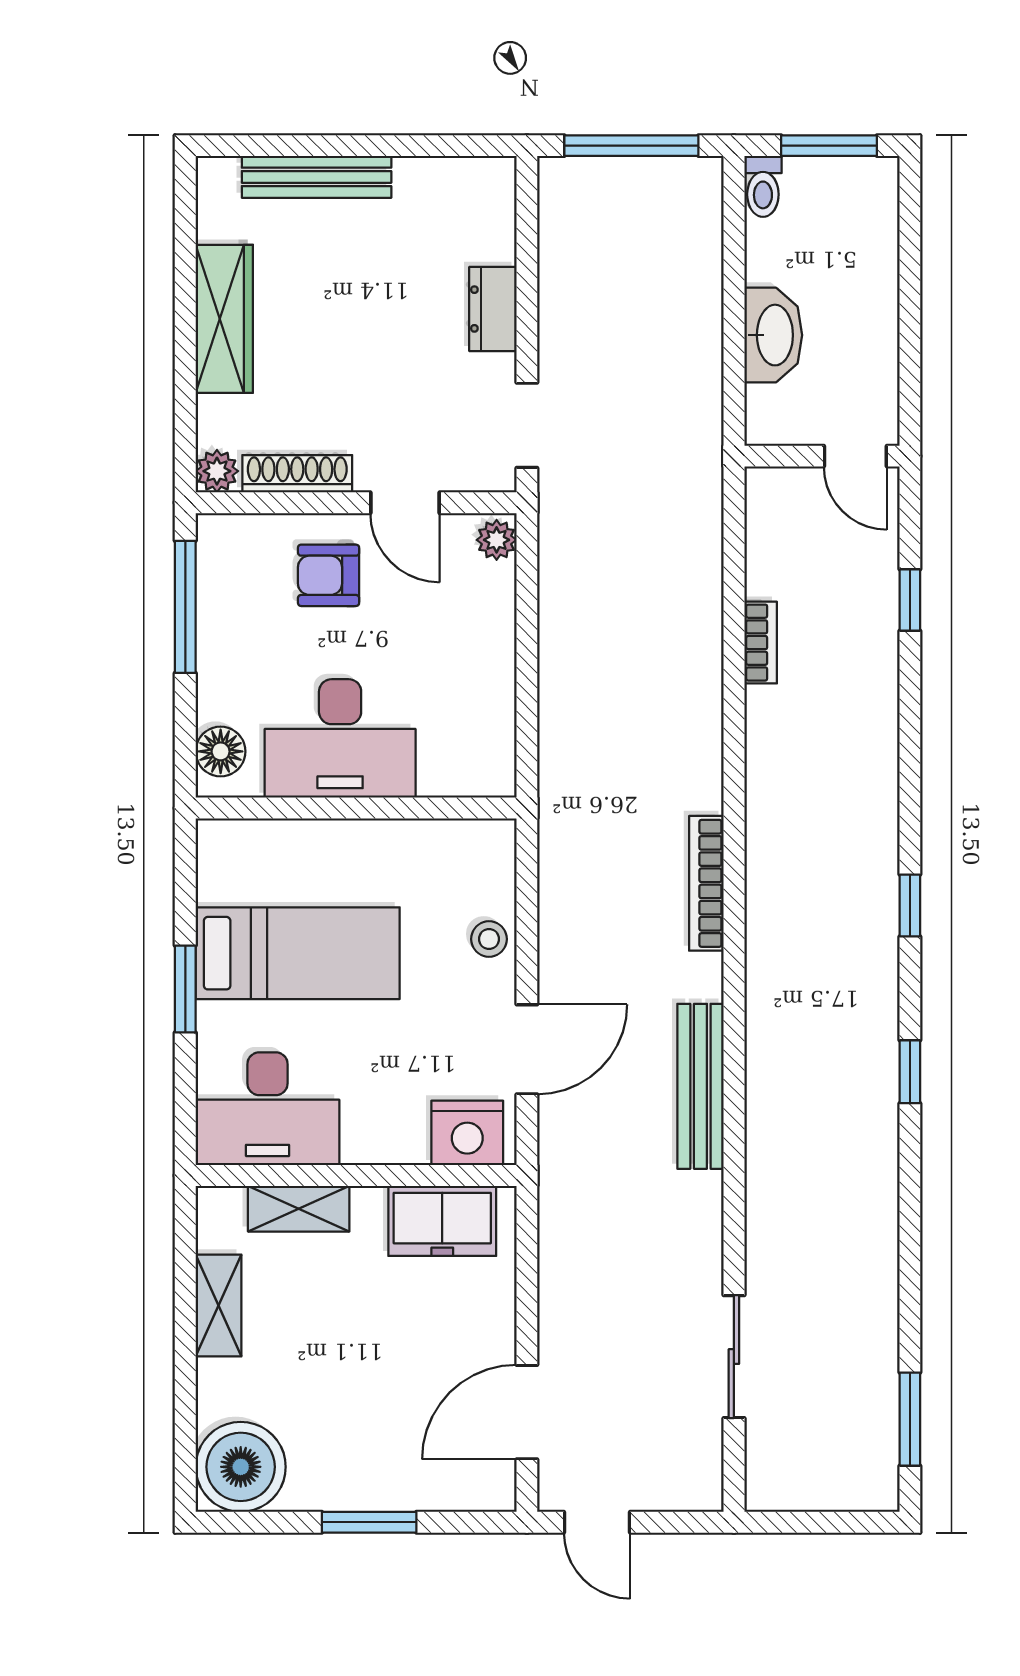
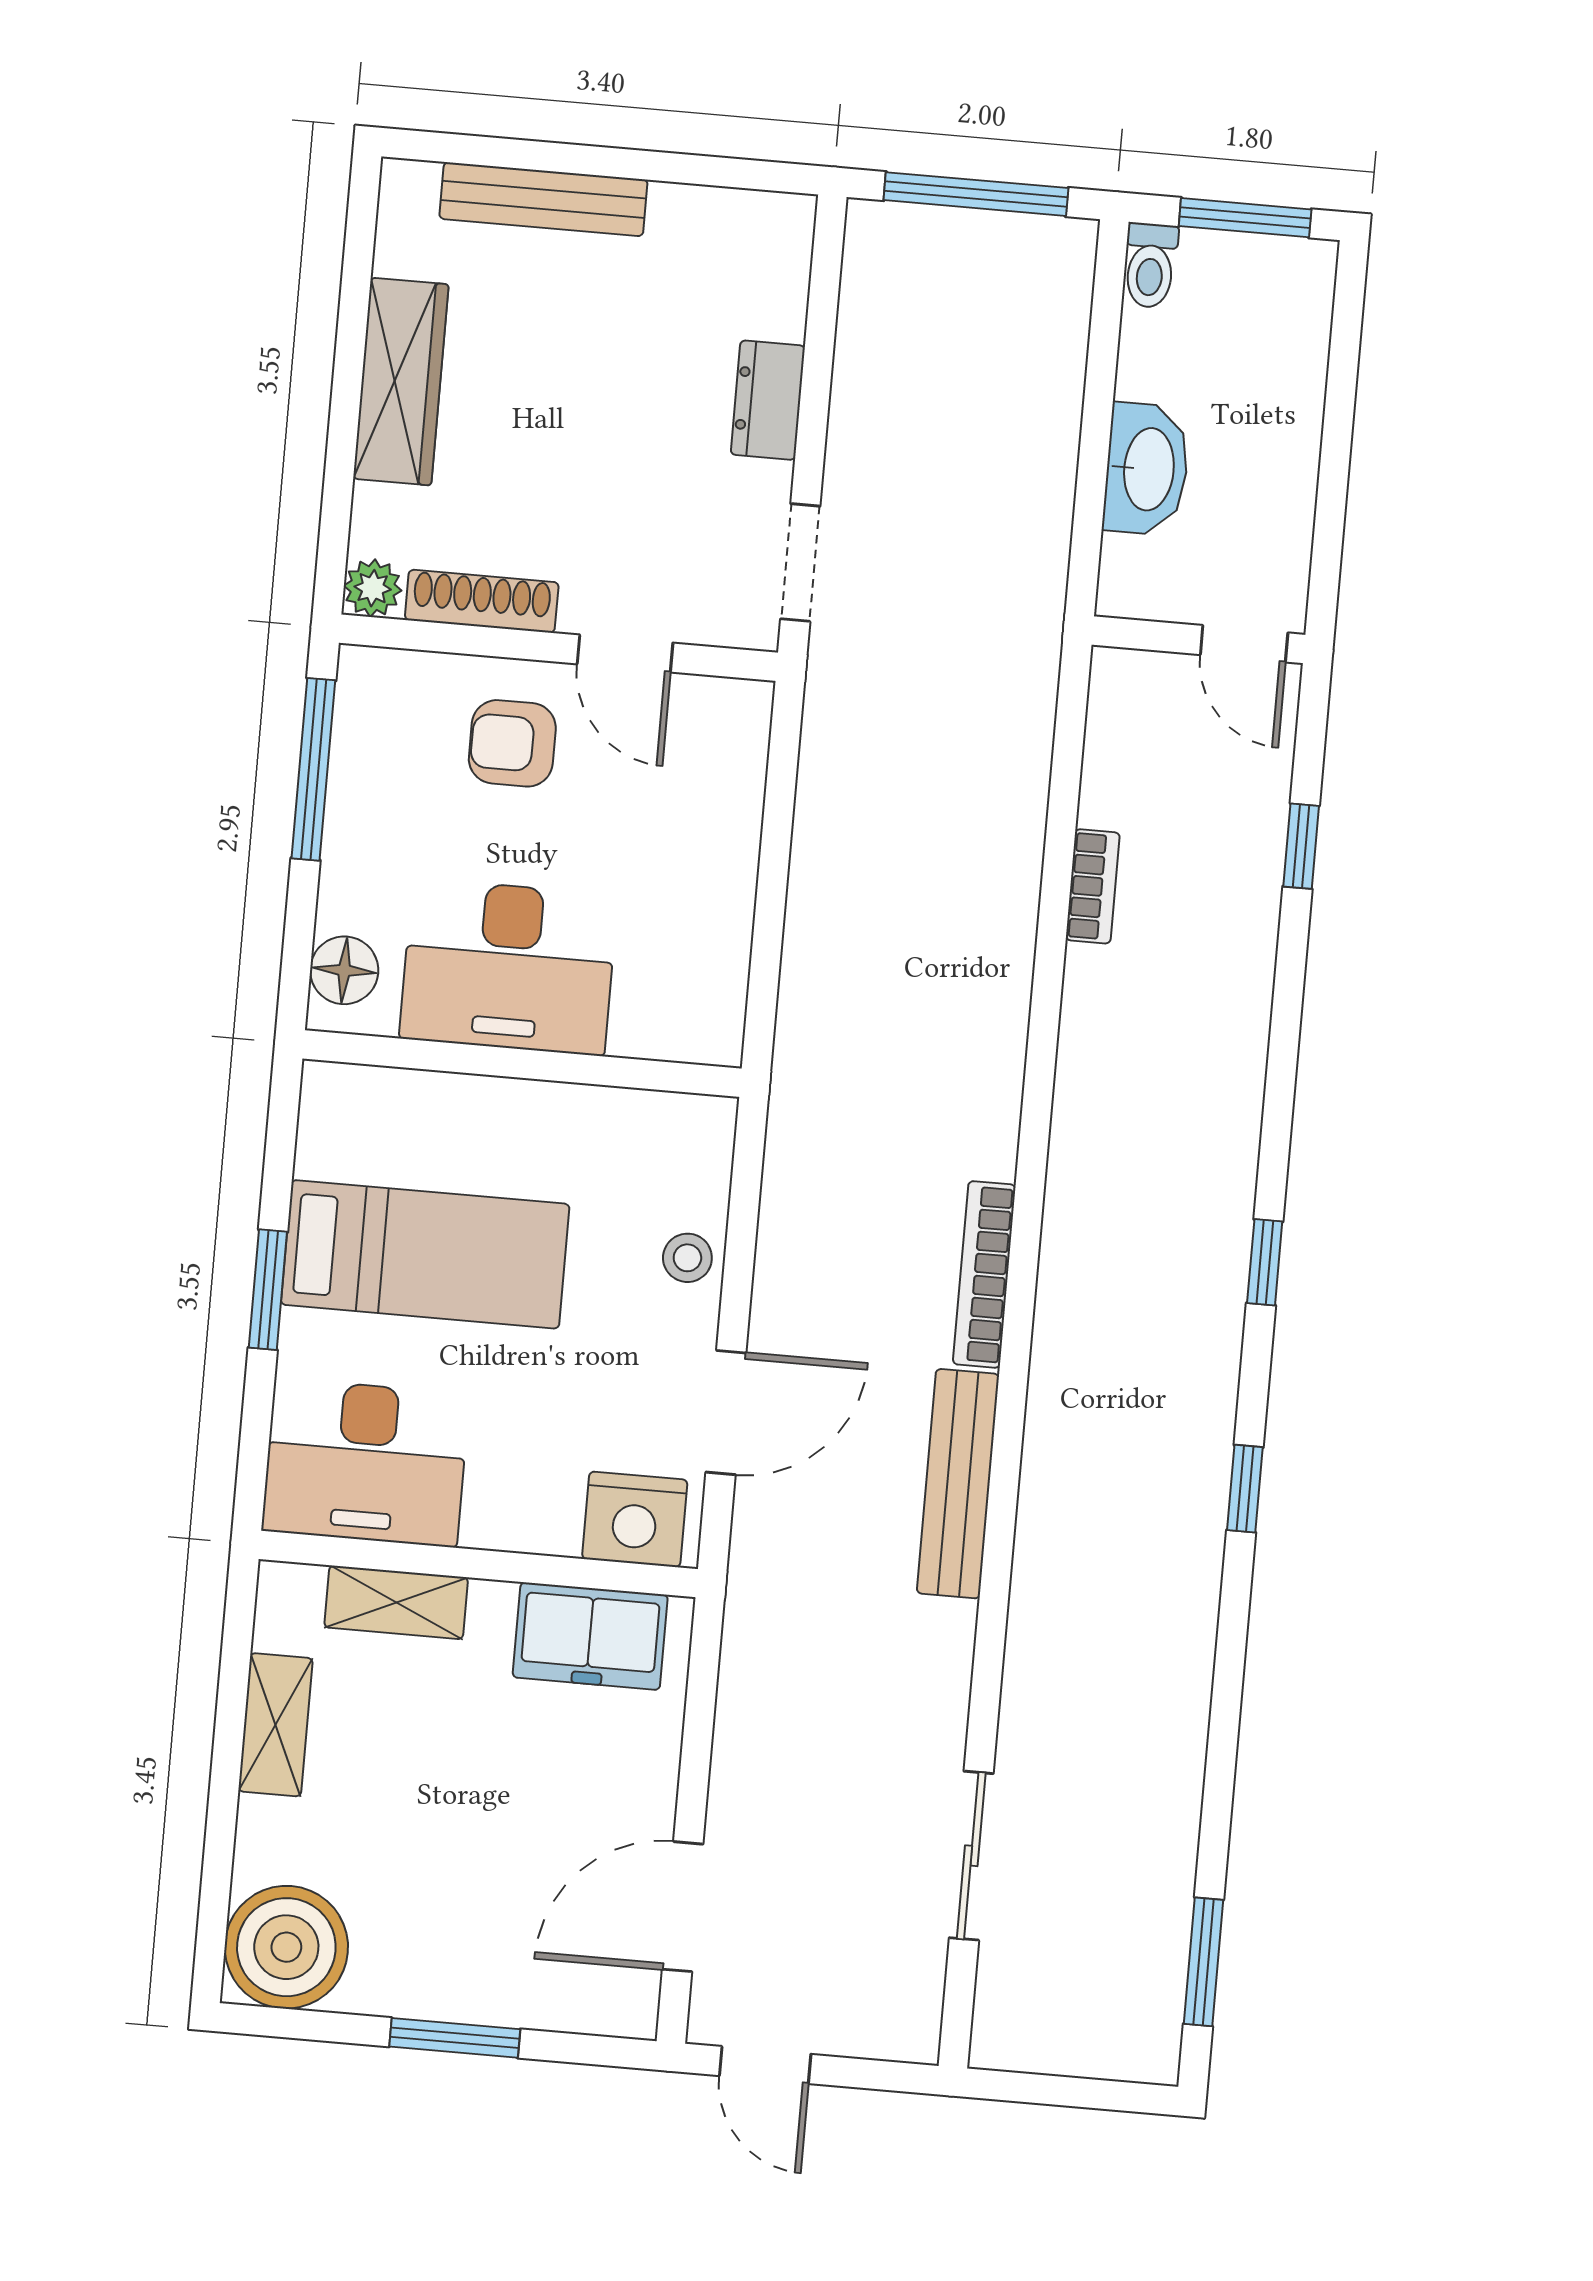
plant: (497, 540) -> (745, 715), removed
bookcase: (706, 883) -> (984, 1274), moved

